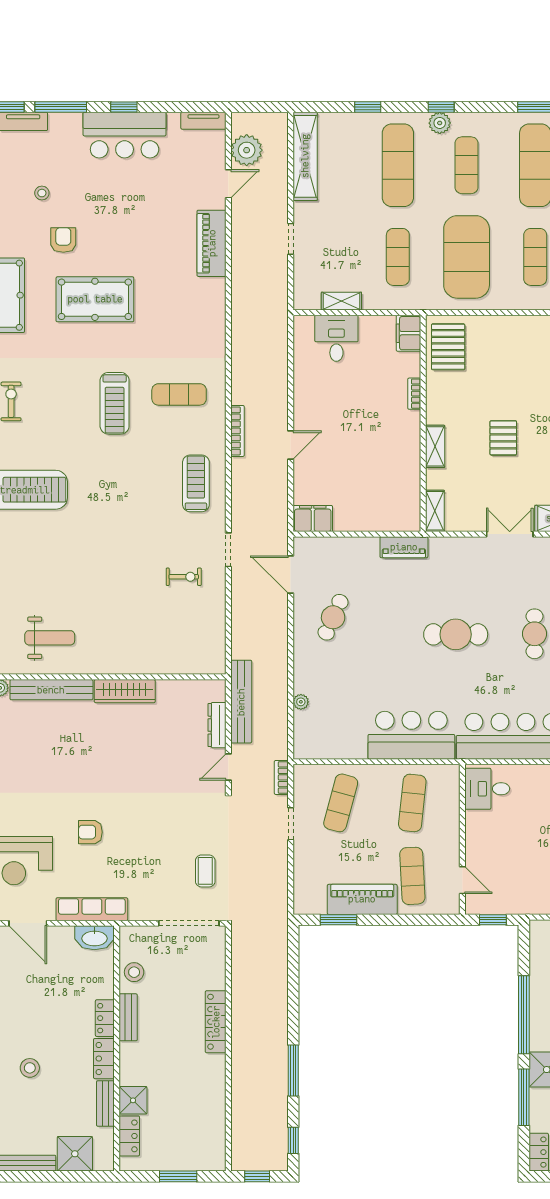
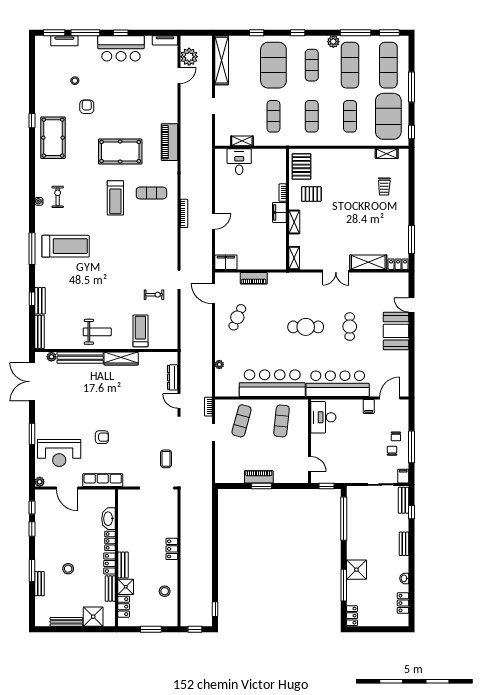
plant: (440, 123) -> (333, 42), moved
exercise mat: (398, 165) -> (273, 65), width x1.47
piano: (212, 243) -> (169, 142), moved
exercise mat: (467, 257) -> (312, 116), width x0.50, depth x0.69
pool table: (95, 299) -> (120, 152), moved
filing cabinet: (408, 333) -> (279, 212), moved
pallet: (503, 438) -> (311, 194), moved, turned 90
treadmill: (196, 483) -> (140, 331), moved
double door: (510, 534) -> (336, 271), swing flipped
piano: (404, 547) -> (254, 278), moved
weight bench: (50, 638) -> (97, 332), moved
bench: (241, 702) -> (186, 364), removed
bar counter: (411, 735) -> (272, 383), width x1.36
door: (228, 767) -> (179, 401), hinge flipped
desk: (487, 789) -> (323, 417), width x1.37
armchair: (90, 832) -> (102, 437), turned 180
exercise mat: (412, 876) -> (282, 462), removed
piano: (362, 899) -> (259, 477), width x0.73, depth x0.75
window: (338, 920) -> (262, 486), moved
washbasin: (94, 938) -> (108, 519), moved, turned 90
stool: (134, 972) -> (165, 591), moved
window: (524, 1015) -> (344, 519), moved
bench: (128, 1017) -> (123, 565), moved
locker: (216, 1022) -> (172, 549), width x0.66
window: (293, 1071) -> (215, 570), removed

